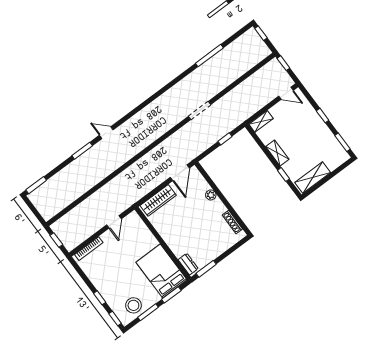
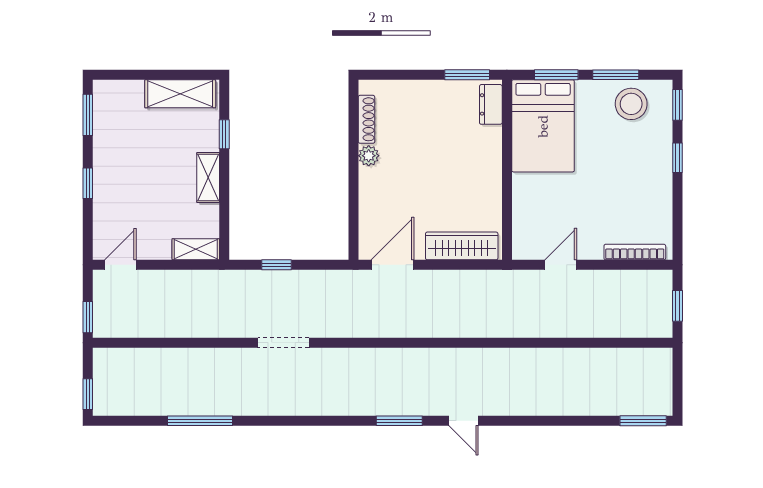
door: (286, 93) -> (120, 265), hinge flipped
window: (82, 151) -> (399, 421), moved
plant: (211, 195) -> (369, 156), moved

